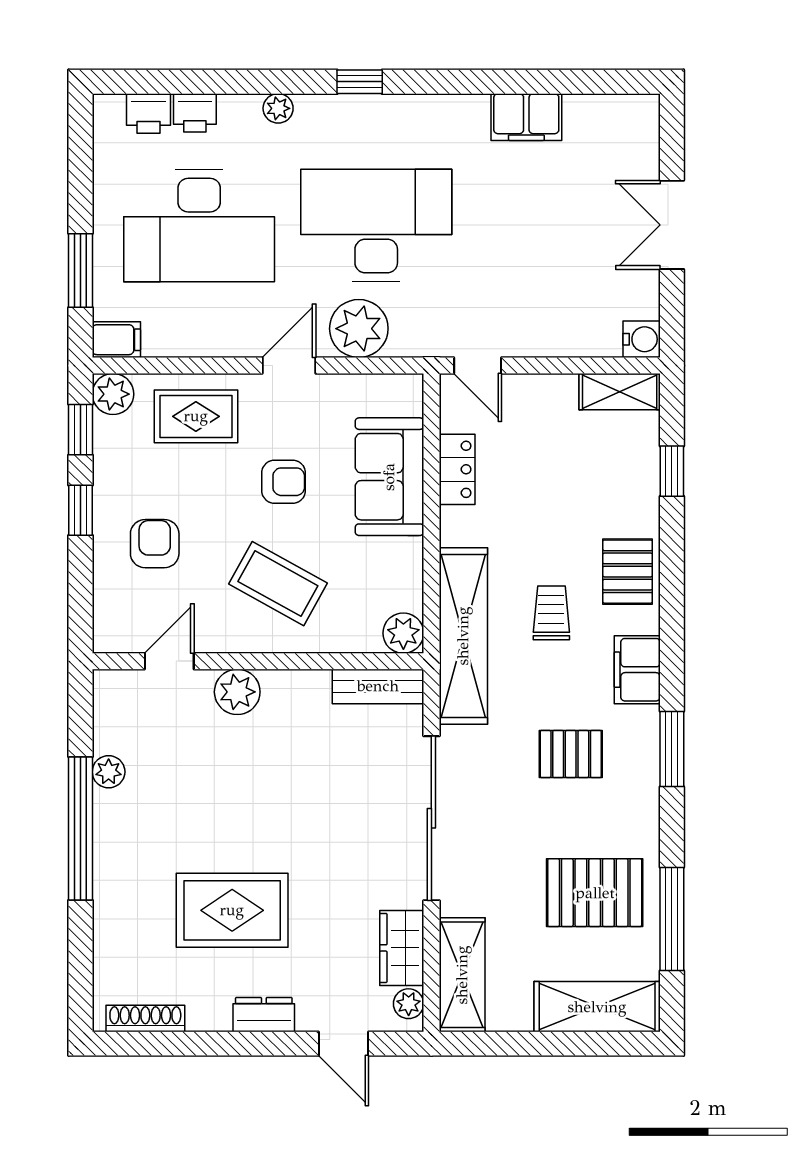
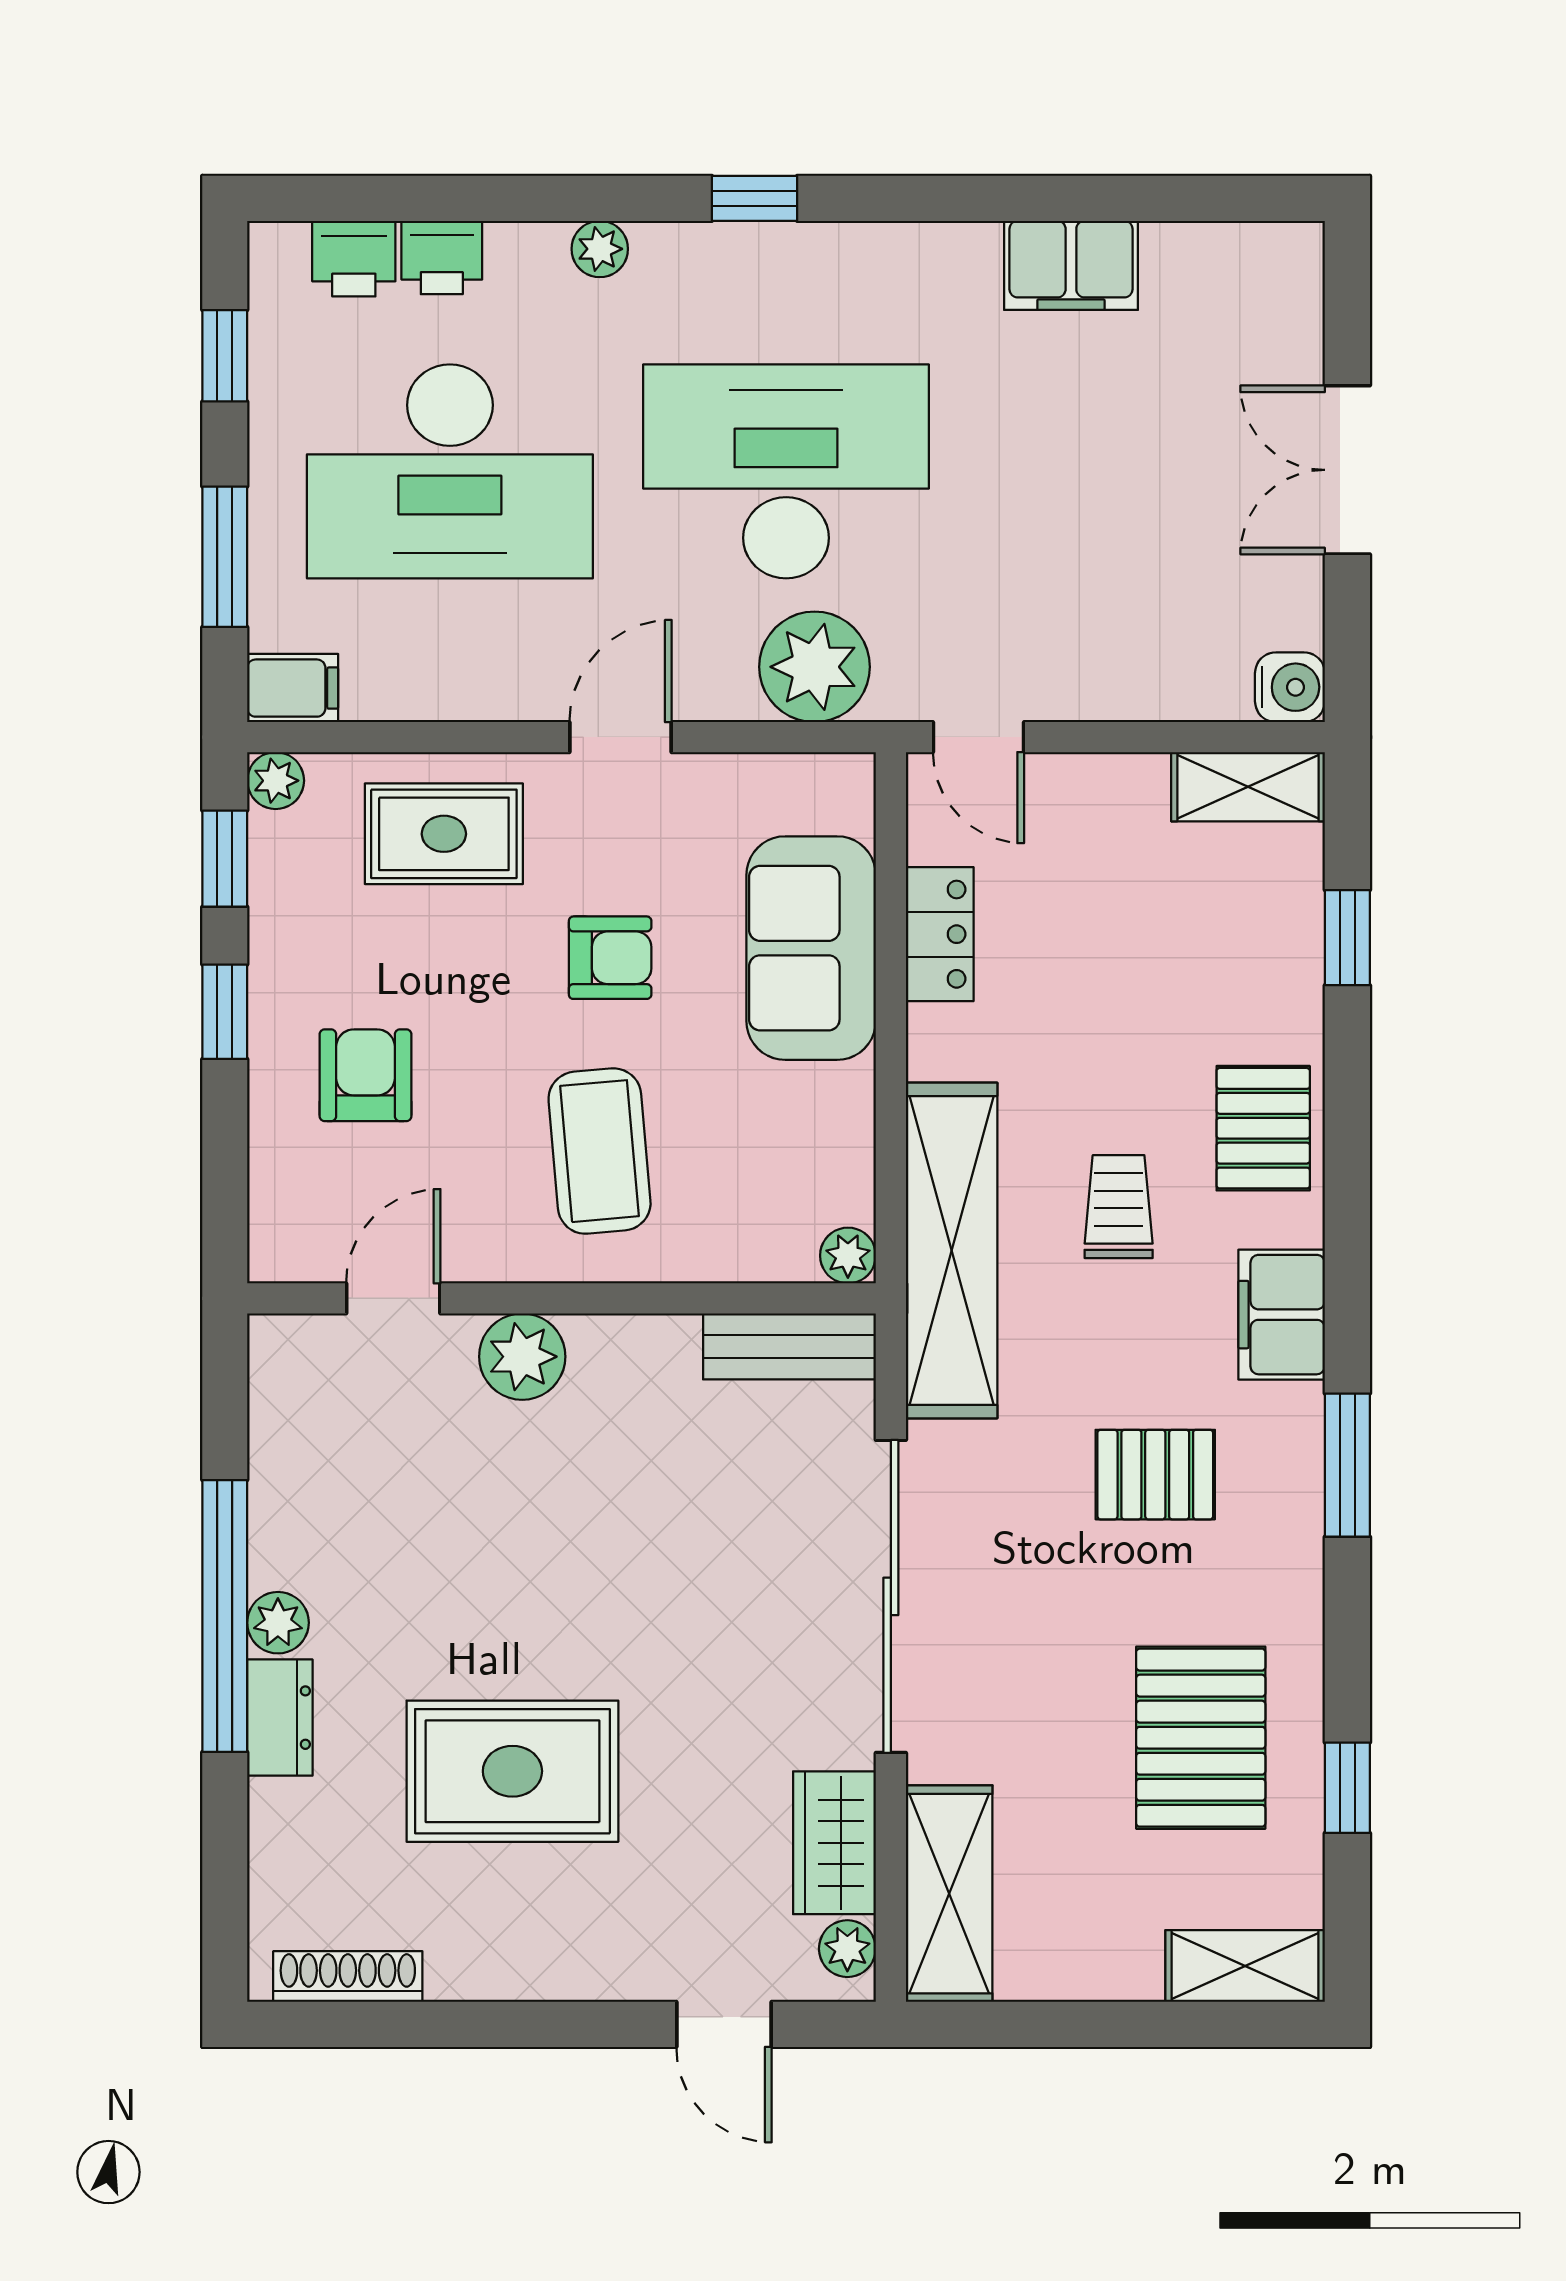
window: (81, 165) -> (225, 356), added
plant: (359, 329) -> (815, 667), moved
plant: (113, 394) -> (276, 781), width x0.73, depth x0.73
coffee table: (278, 584) -> (600, 1151), turned 56
plant: (403, 633) -> (848, 1256), width x0.73, depth x0.73
plant: (109, 772) -> (278, 1623), moved
pallet: (595, 893) -> (1201, 1738), turned 90
window: (672, 919) -> (1347, 1788), width x0.46
shelving: (597, 1007) -> (1245, 1966), width x0.67, depth x0.75
dresser: (264, 1015) -> (280, 1718), moved, turned 90

